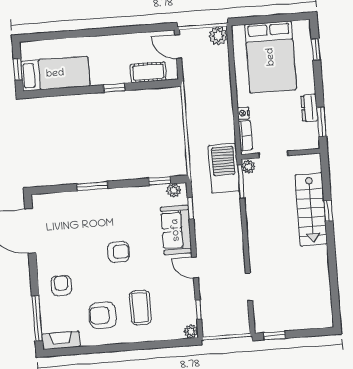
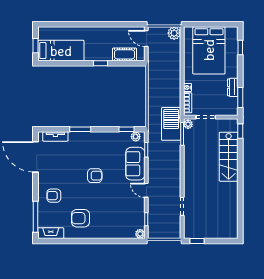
tv unit: (57, 199) -> (55, 137), added
window: (328, 211) -> (240, 131), moved
armchair: (61, 285) -> (54, 196), turned -90
coffee table: (140, 308) -> (107, 215), removed

